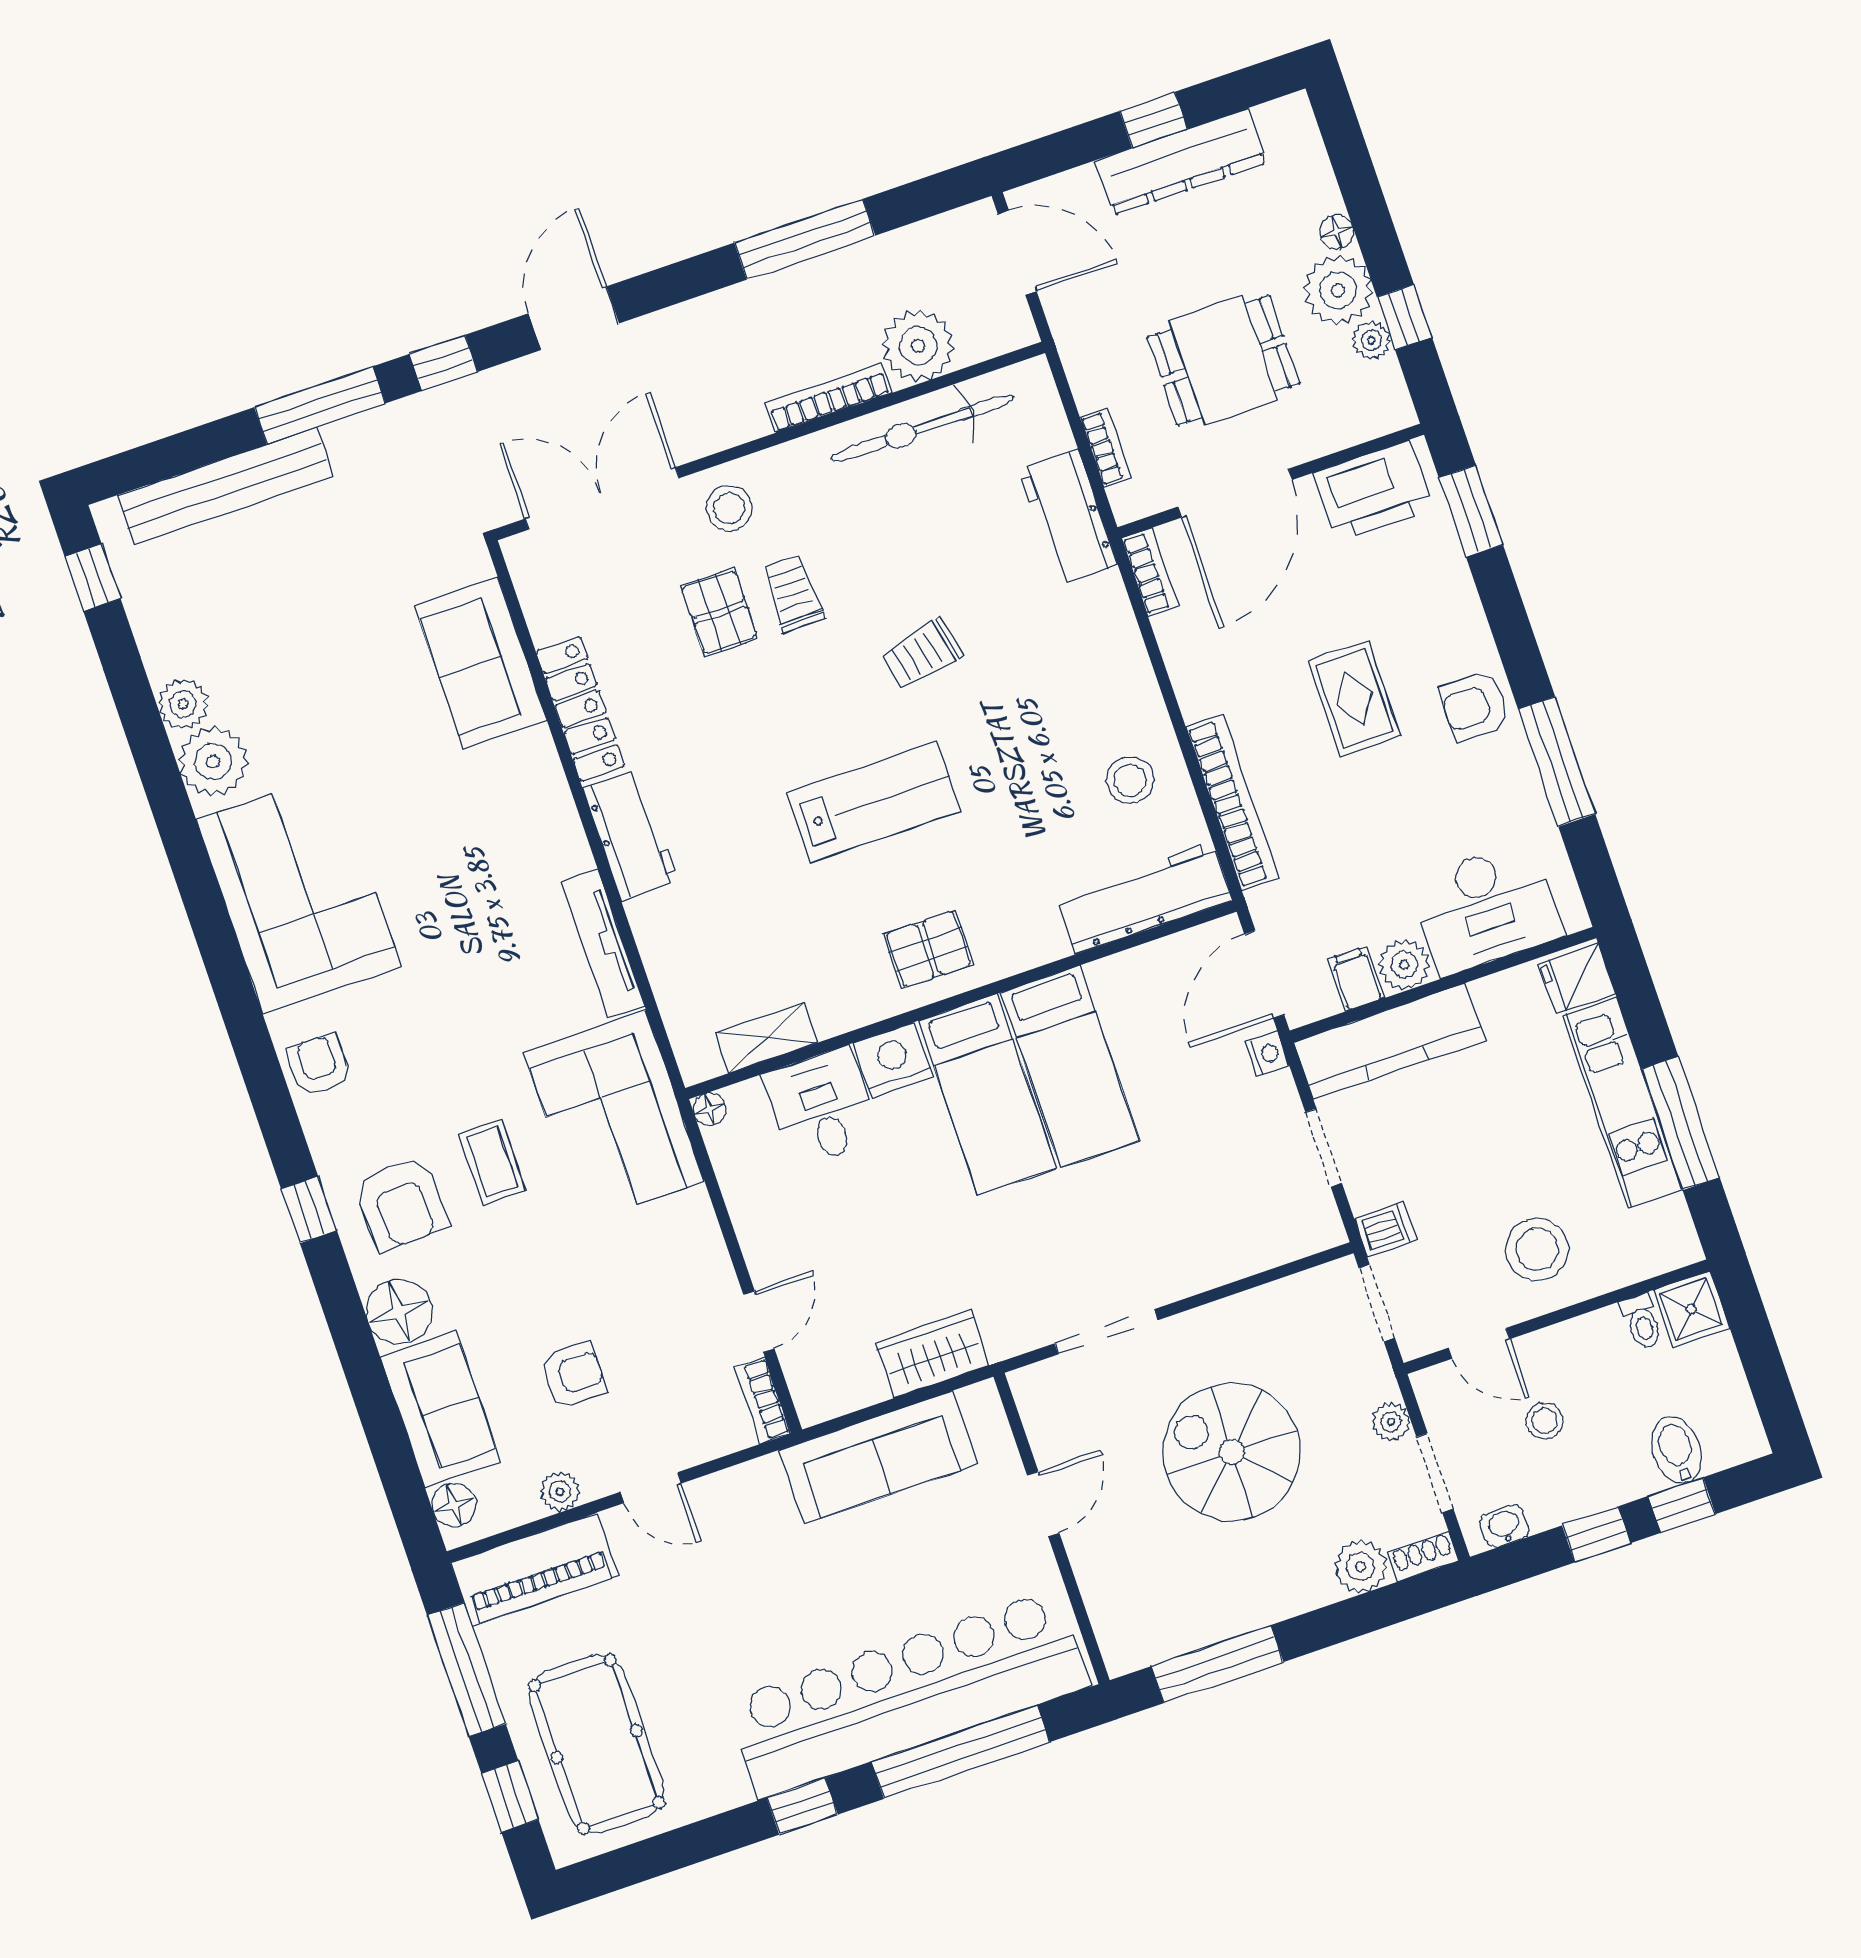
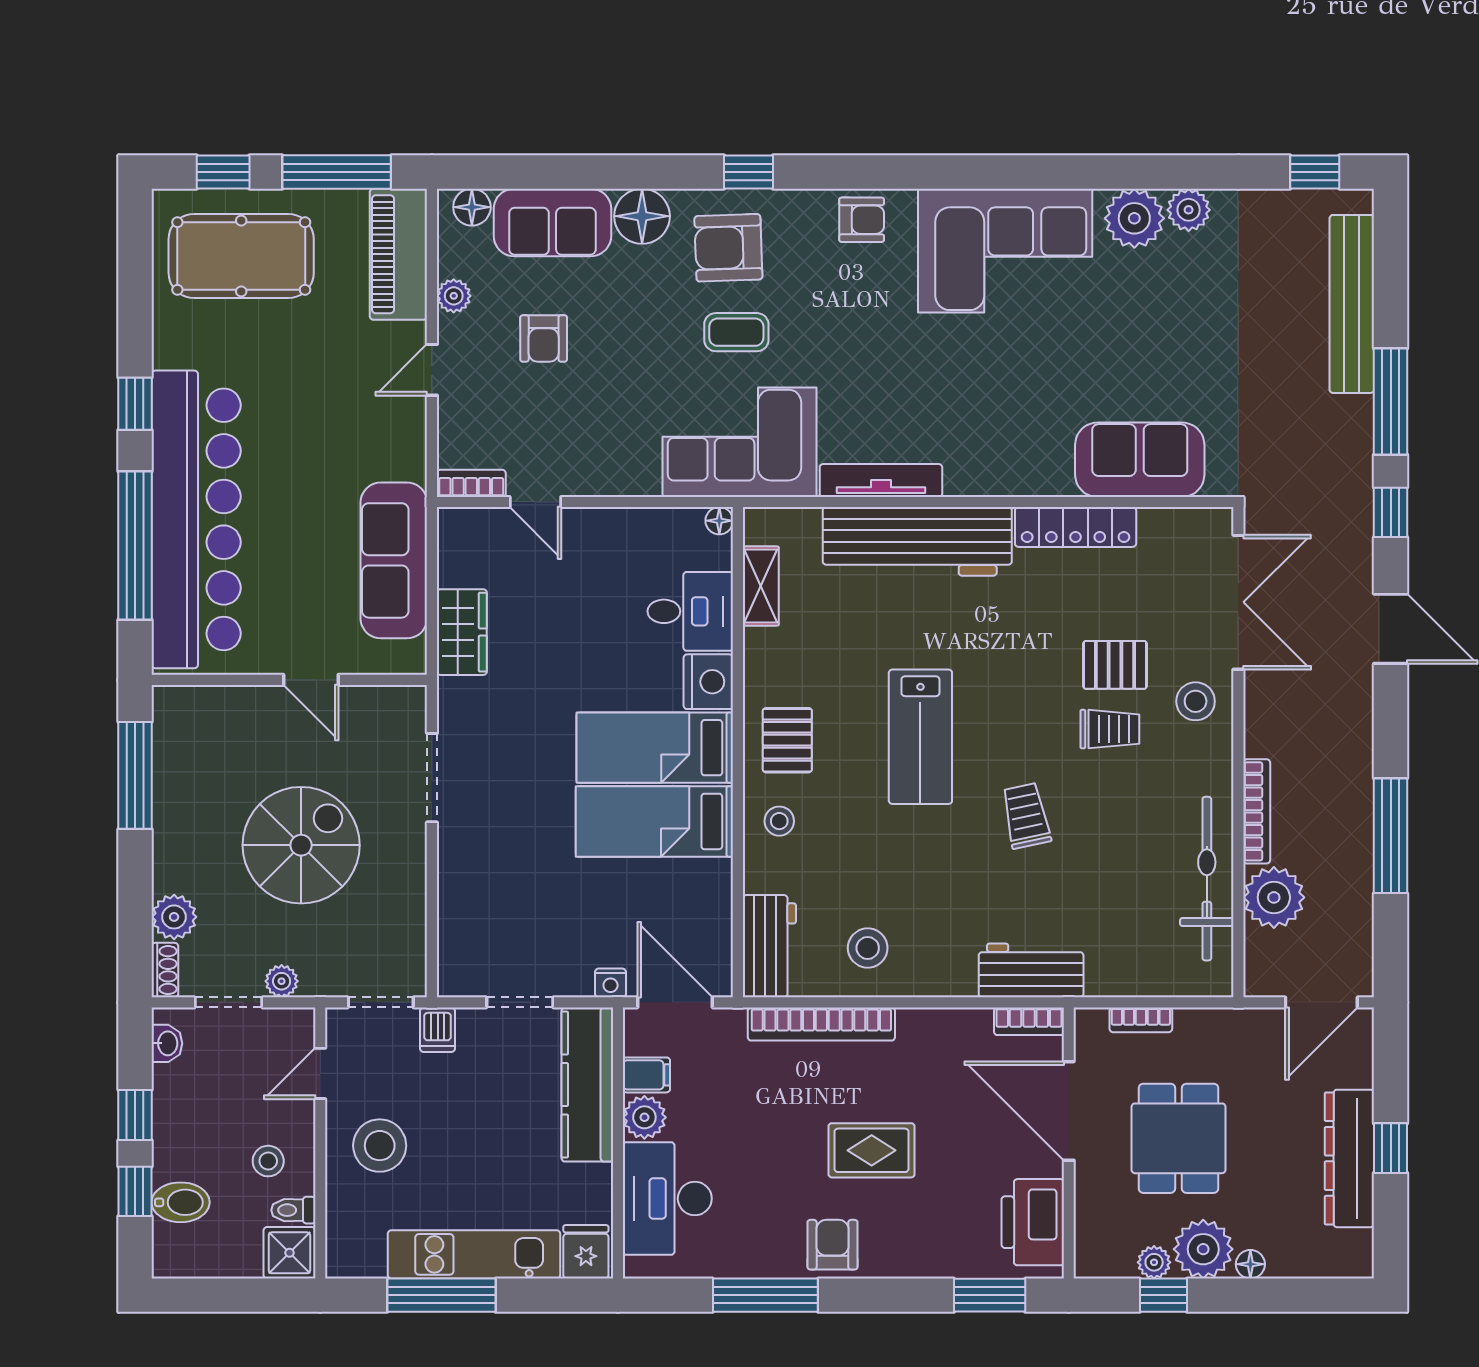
workbench: (1068, 517) -> (1031, 970), moved
workbench: (631, 834) -> (917, 541), width x1.88, depth x1.32
workbench: (1144, 898) -> (769, 946), width x0.73
stool: (1022, 927) -> (779, 821), added
stool: (1544, 1421) -> (268, 1161), moved

